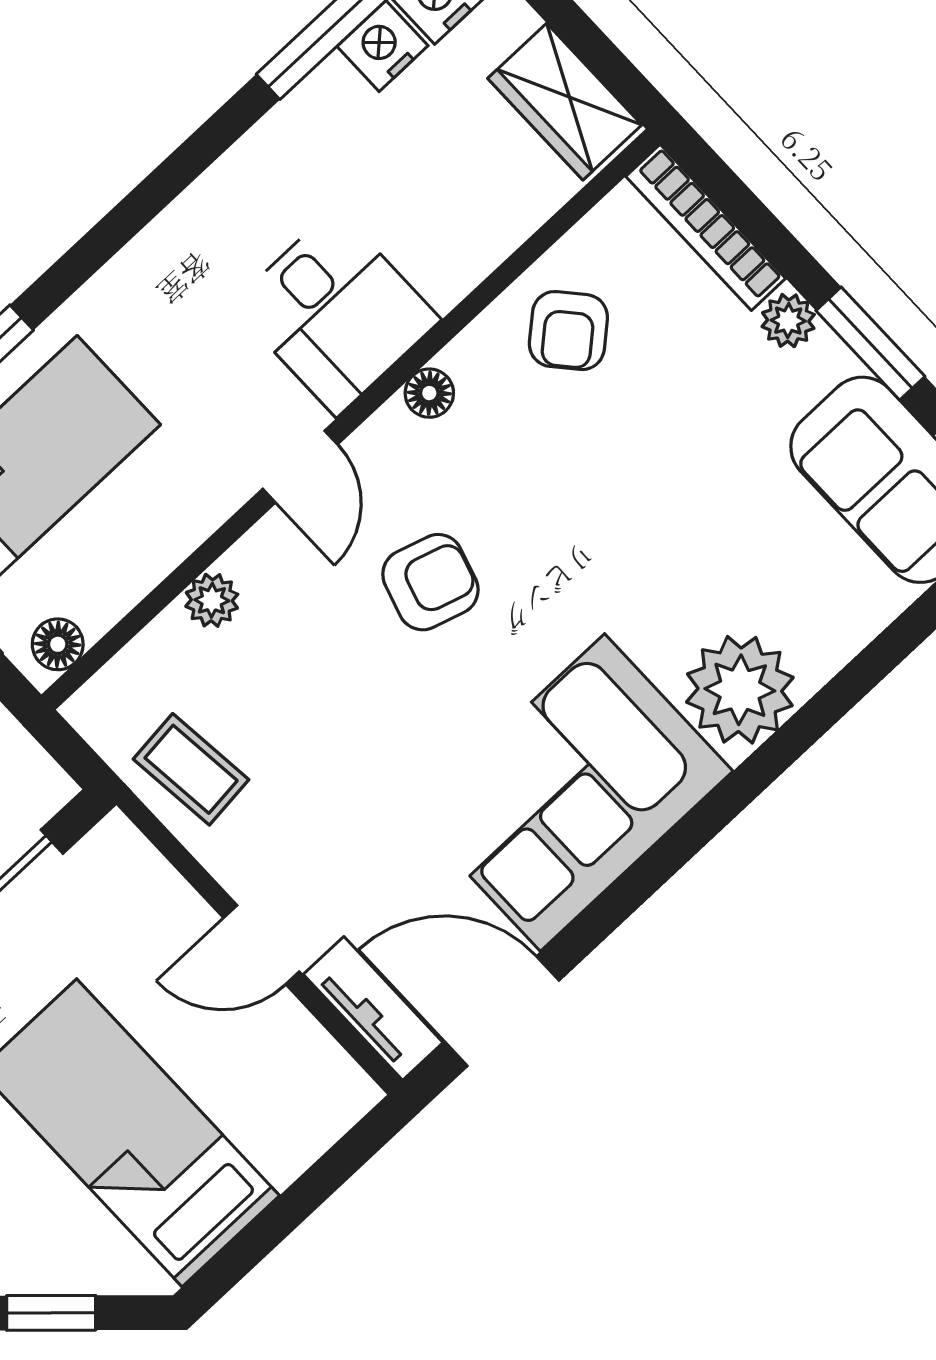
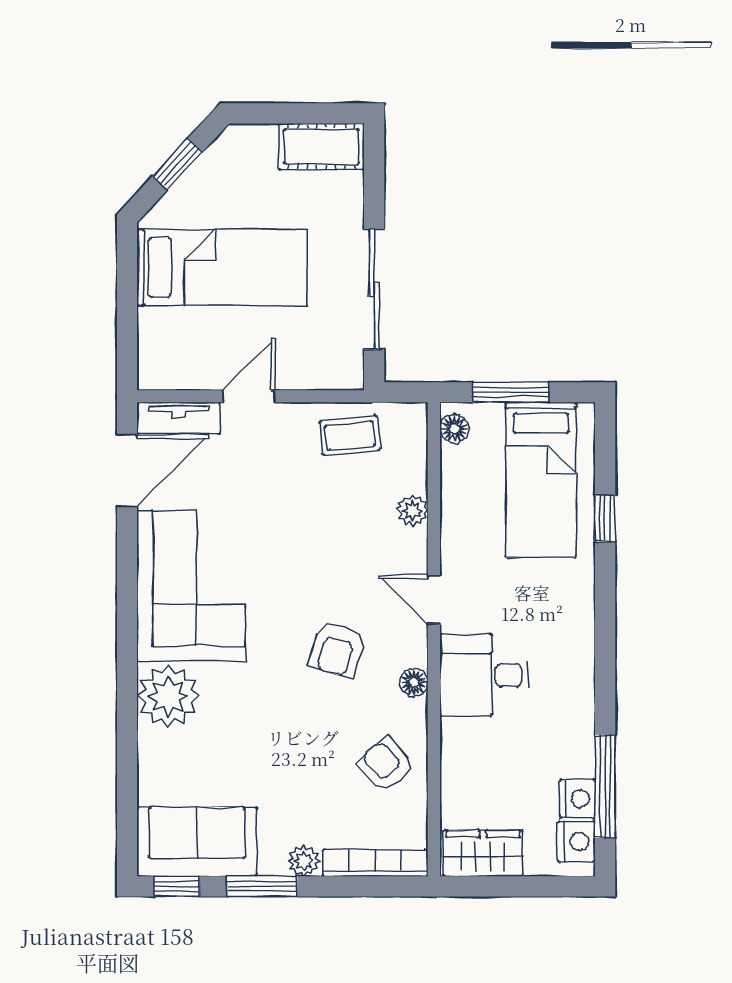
armchair: (430, 582) -> (337, 650), moved

